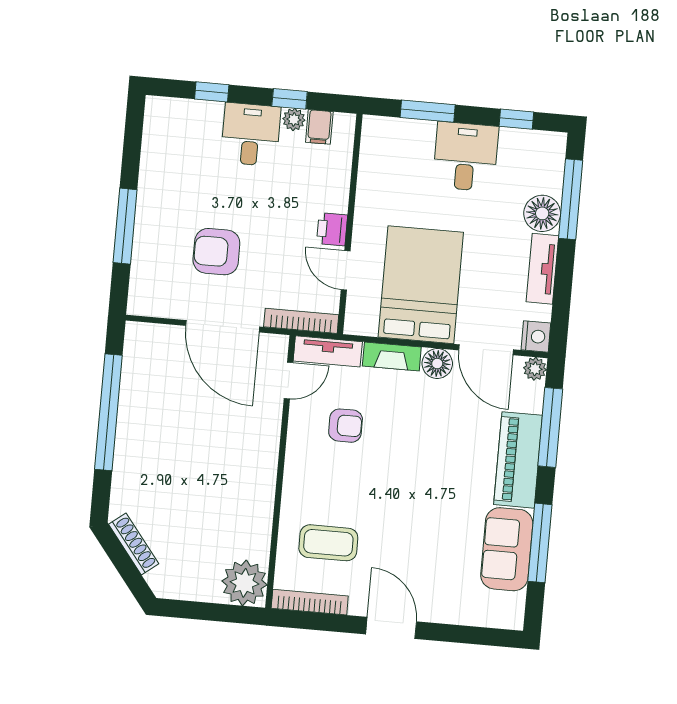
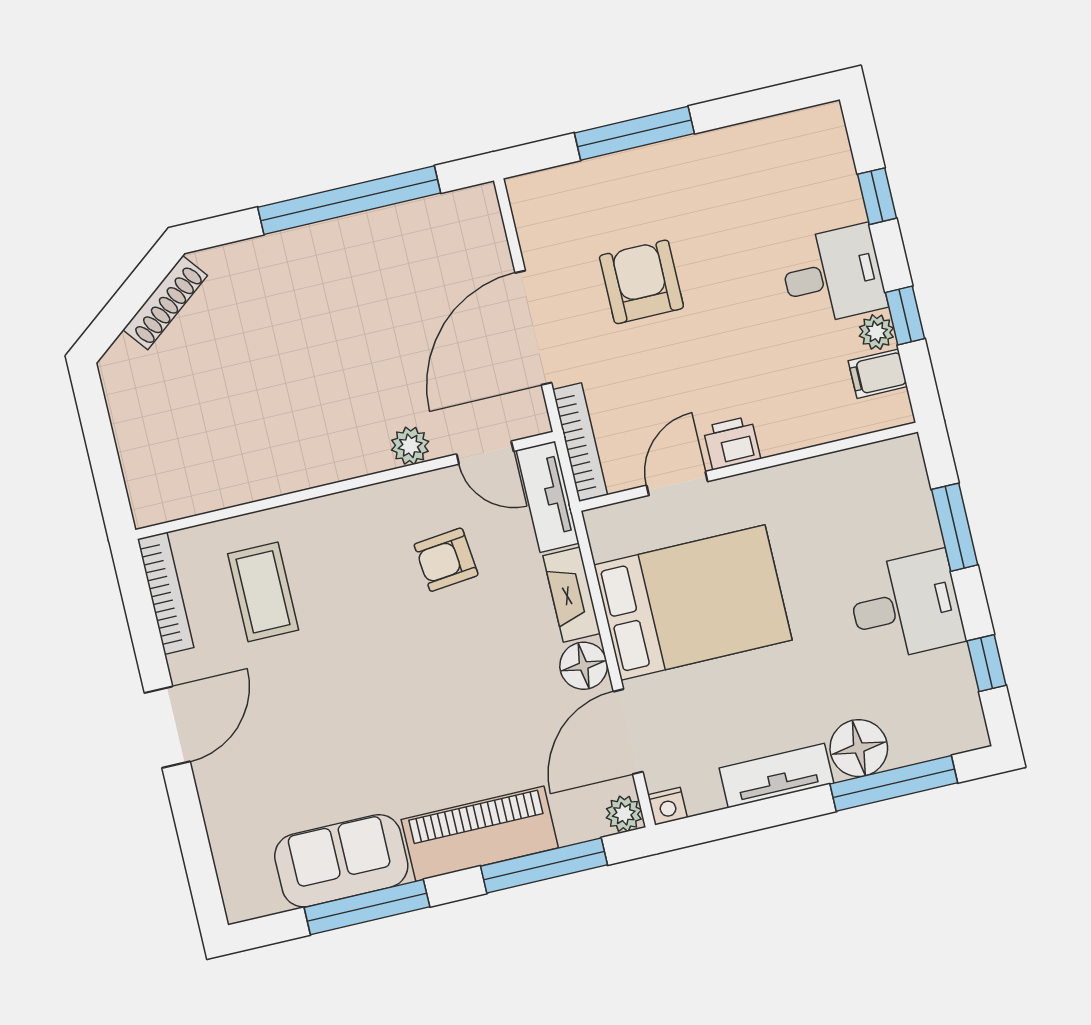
nightstand: (536, 336) -> (667, 806), width x0.72, depth x0.74
armchair: (346, 426) -> (446, 560), turned 84
plant: (244, 583) -> (410, 446), moved, width x0.53, depth x0.53

